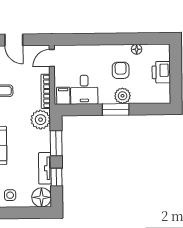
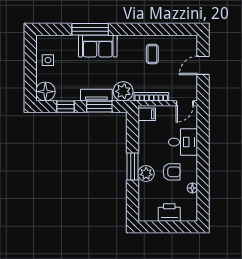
door: (52, 58) -> (185, 103), swing flipped
desk: (84, 90) -> (183, 142), moved, turned 180
tv unit: (45, 168) -> (96, 95), moved

